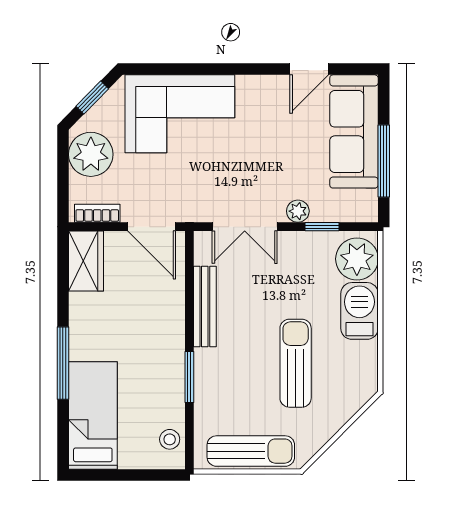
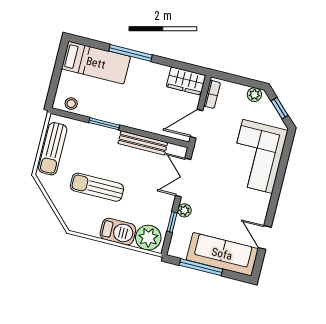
plant: (91, 154) -> (254, 95), width x0.53, depth x0.53
sun lounger: (296, 363) -> (97, 187), turned 180

